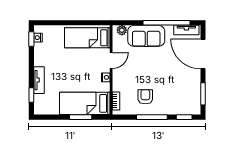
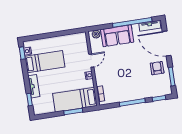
bed: (87, 38) -> (45, 62), moved, turned 180
armchair: (145, 97) -> (157, 68), moved

